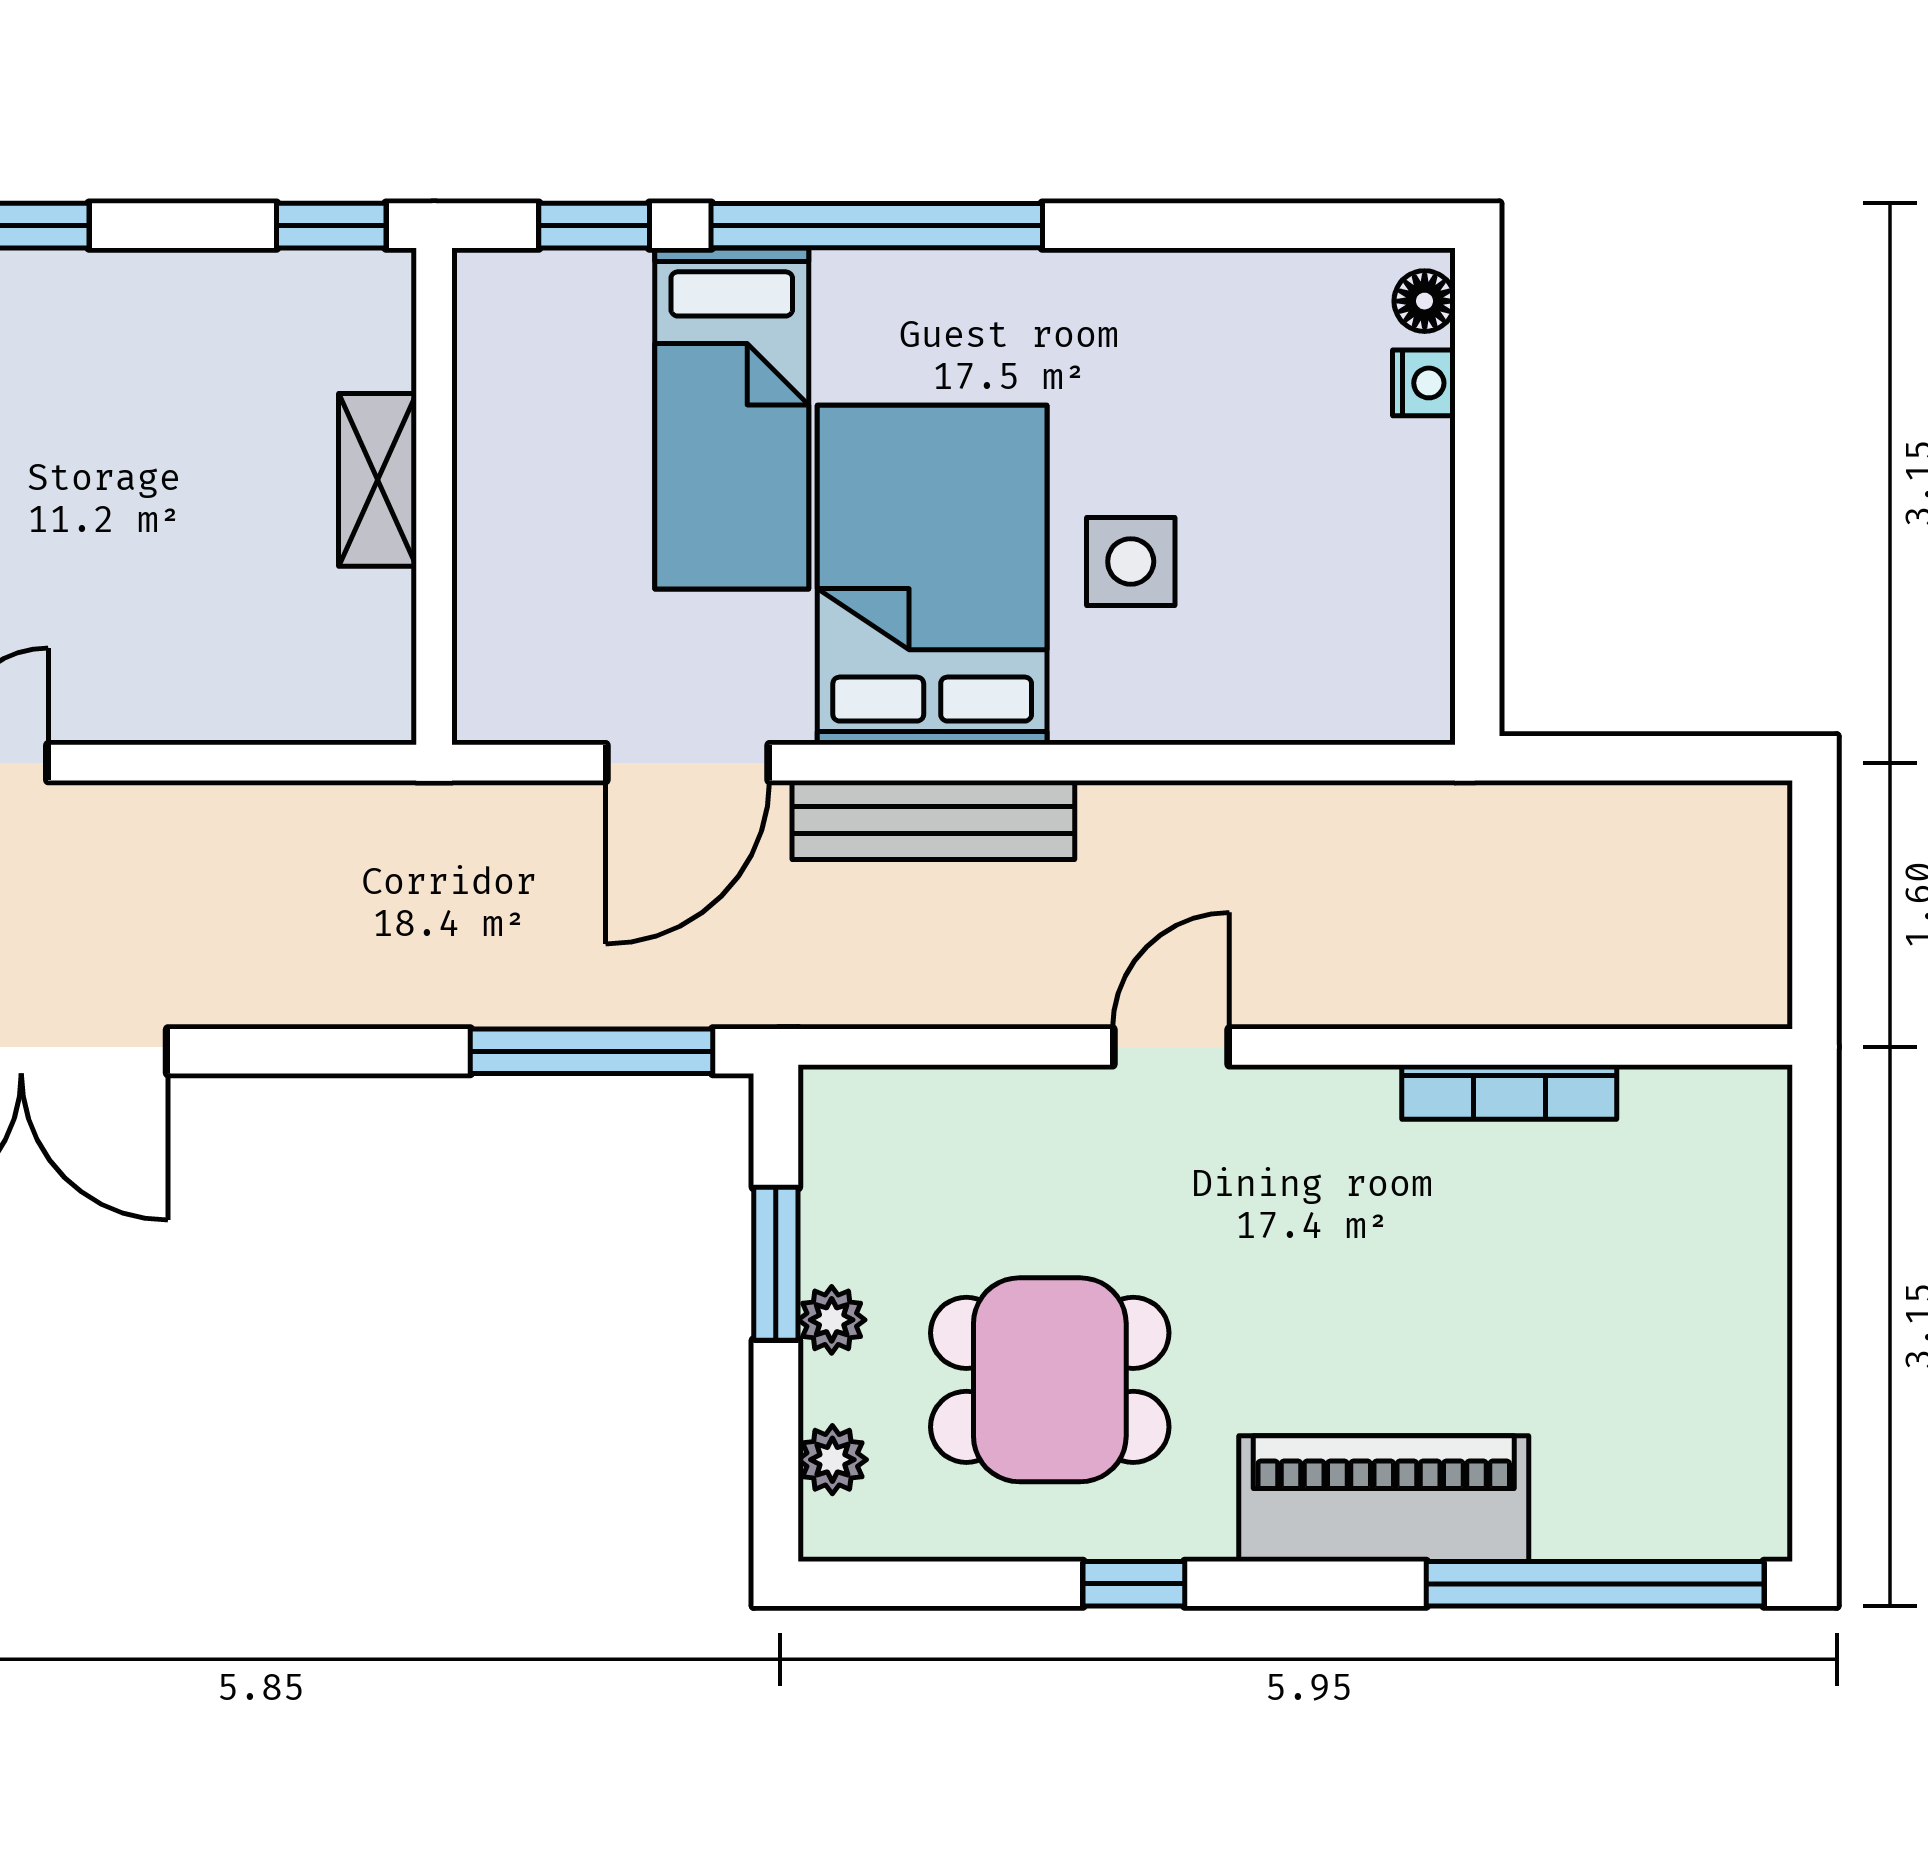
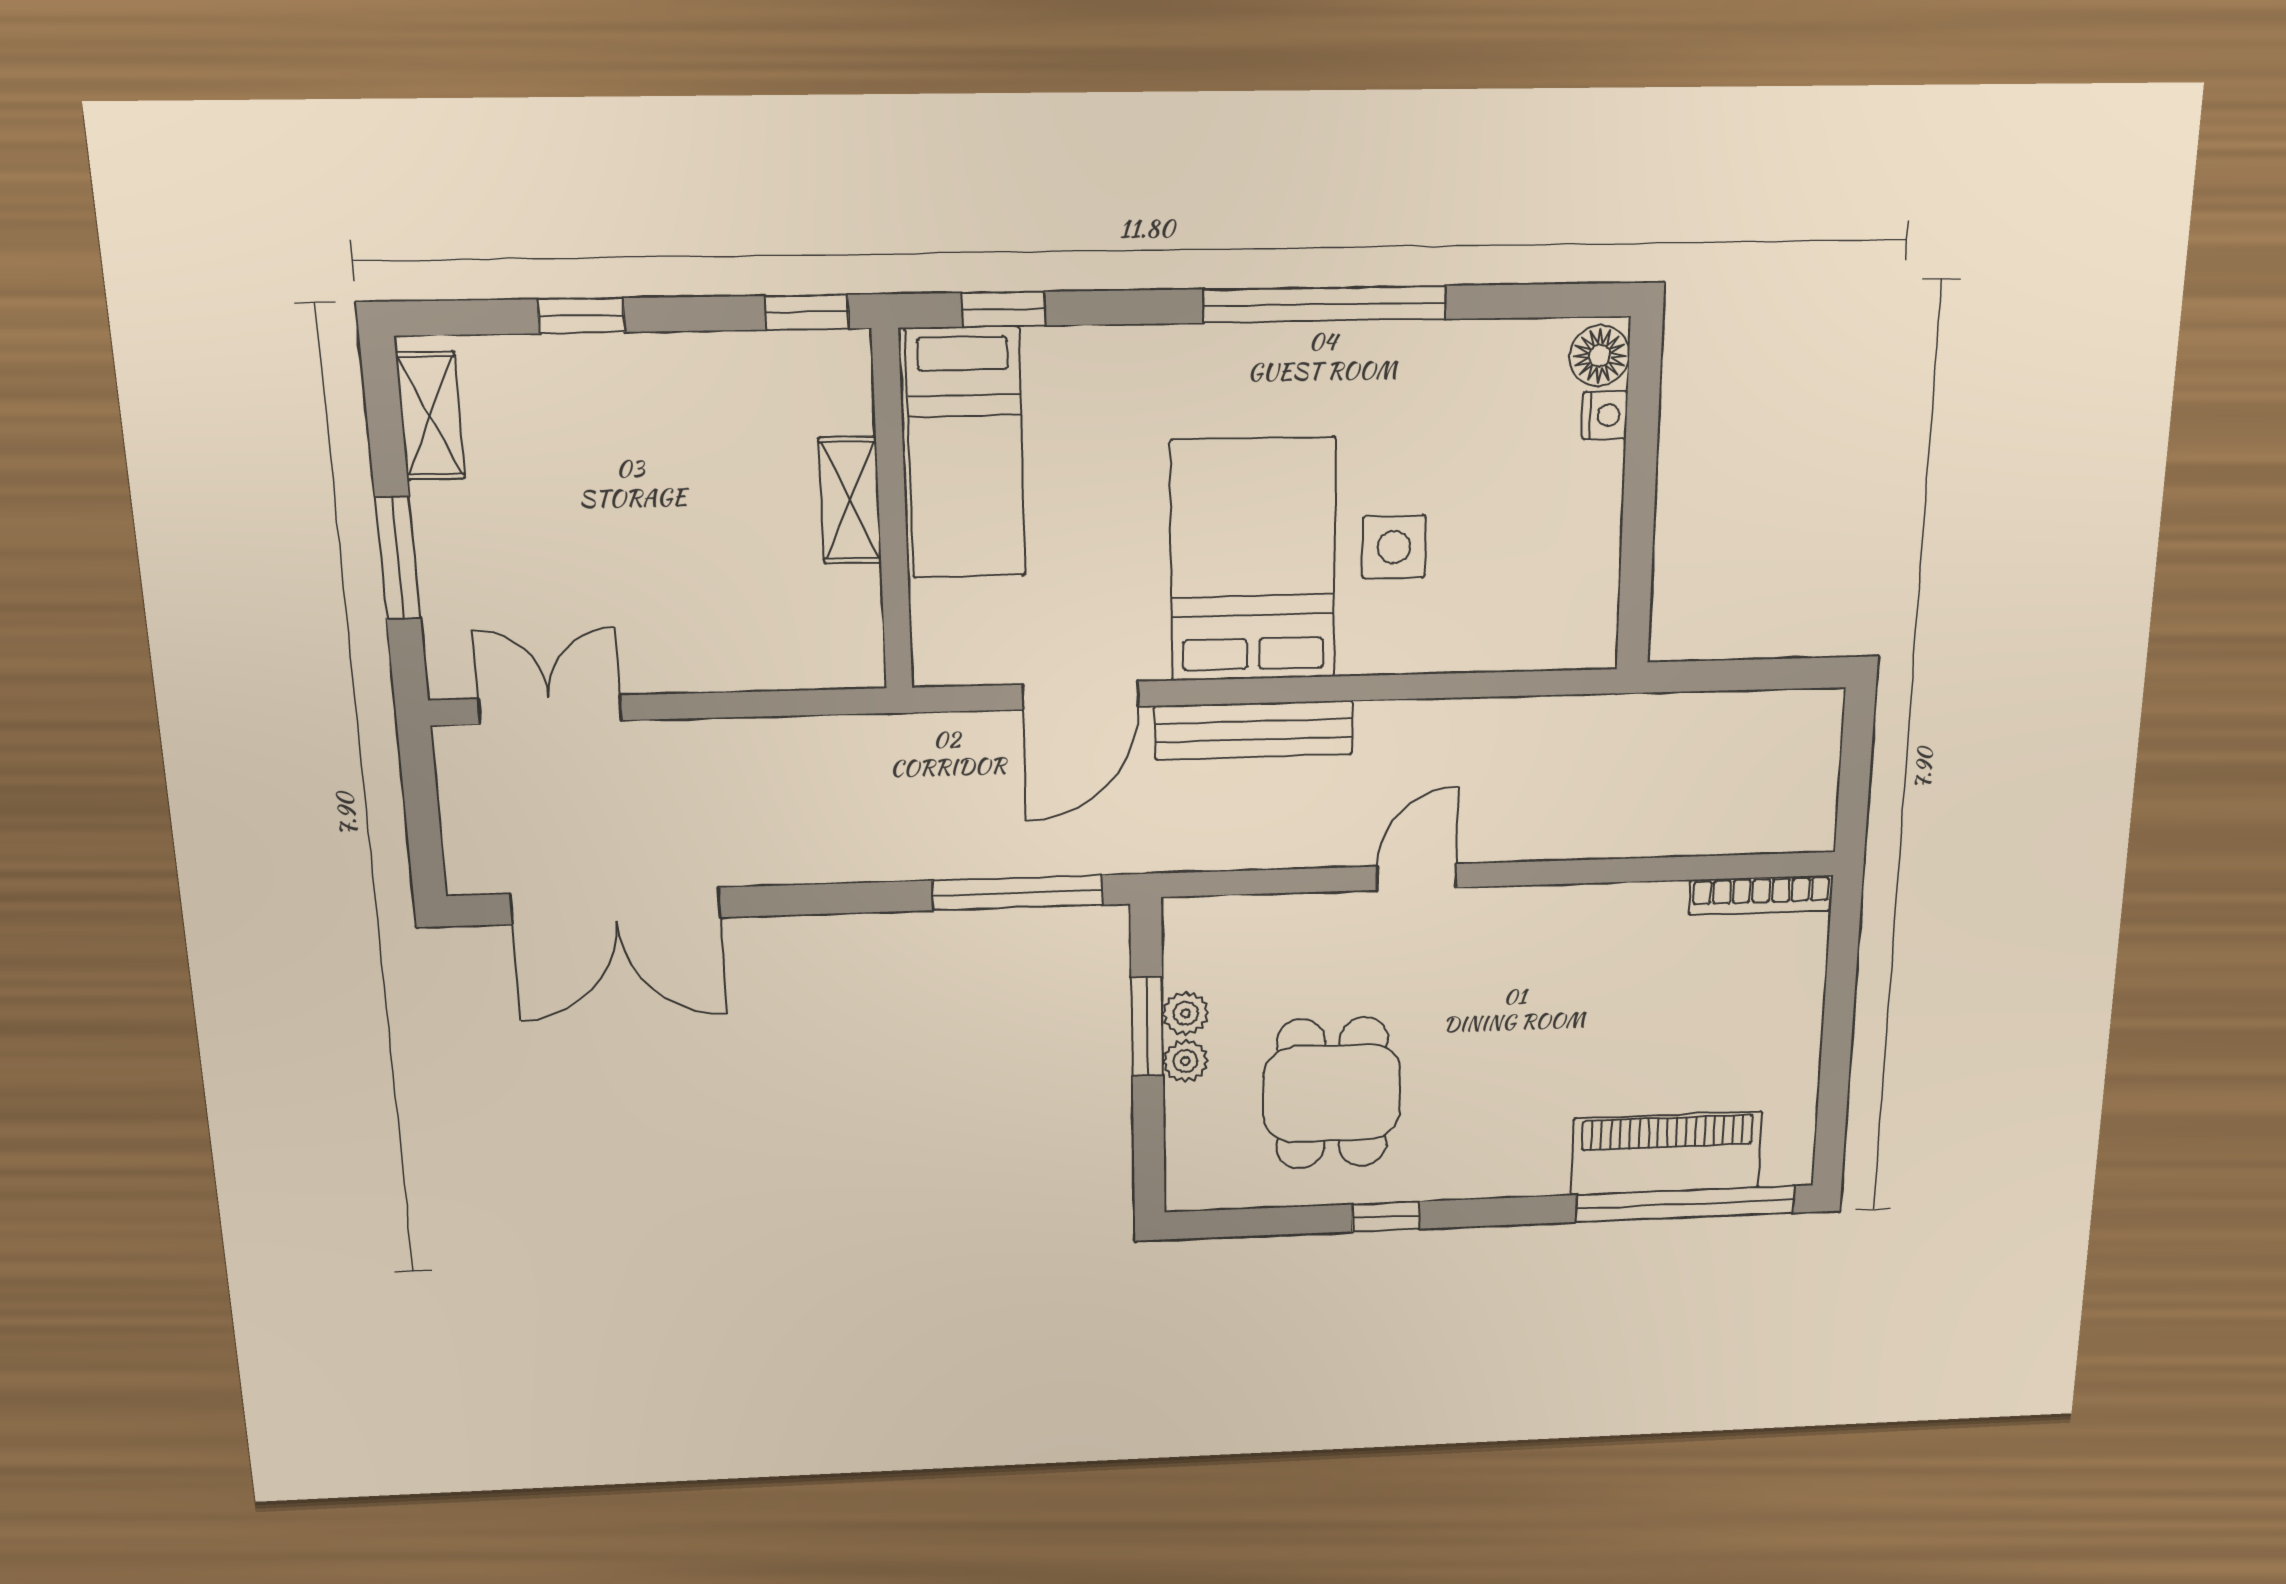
window: (877, 226) -> (1325, 304), moved
floor lamp: (1425, 301) -> (1600, 356), width x1.37, depth x1.37
bed: (732, 419) -> (966, 453), moved
bookcase: (1509, 1092) -> (1761, 895), moved
dining table: (1050, 1380) -> (1332, 1093), turned 90
plant: (832, 1460) -> (1186, 1013), moved
piano: (1384, 1499) -> (1666, 1153), moved

